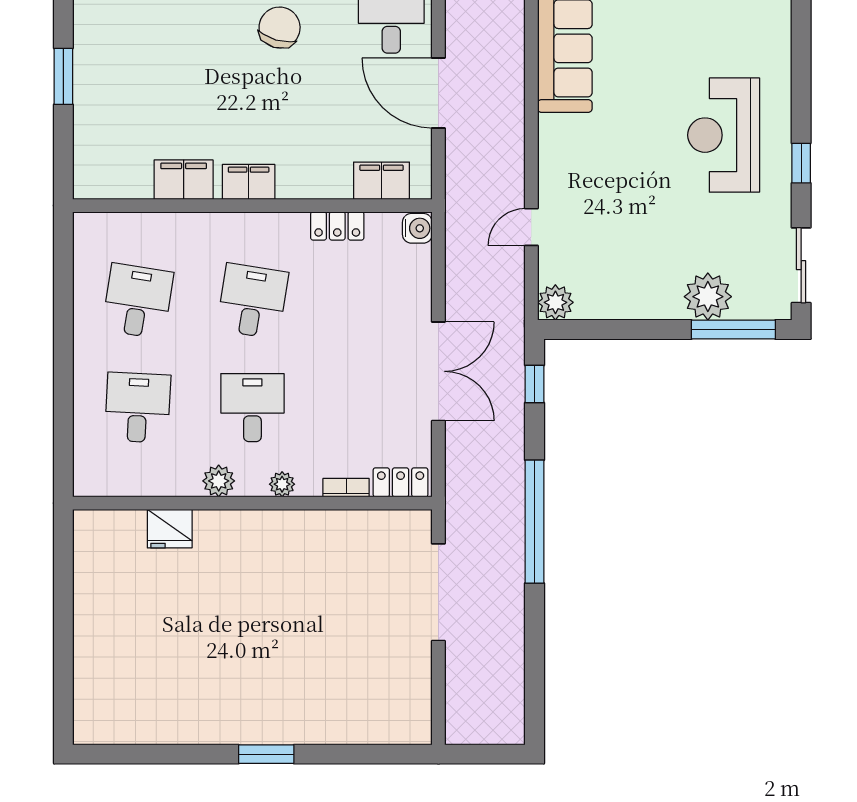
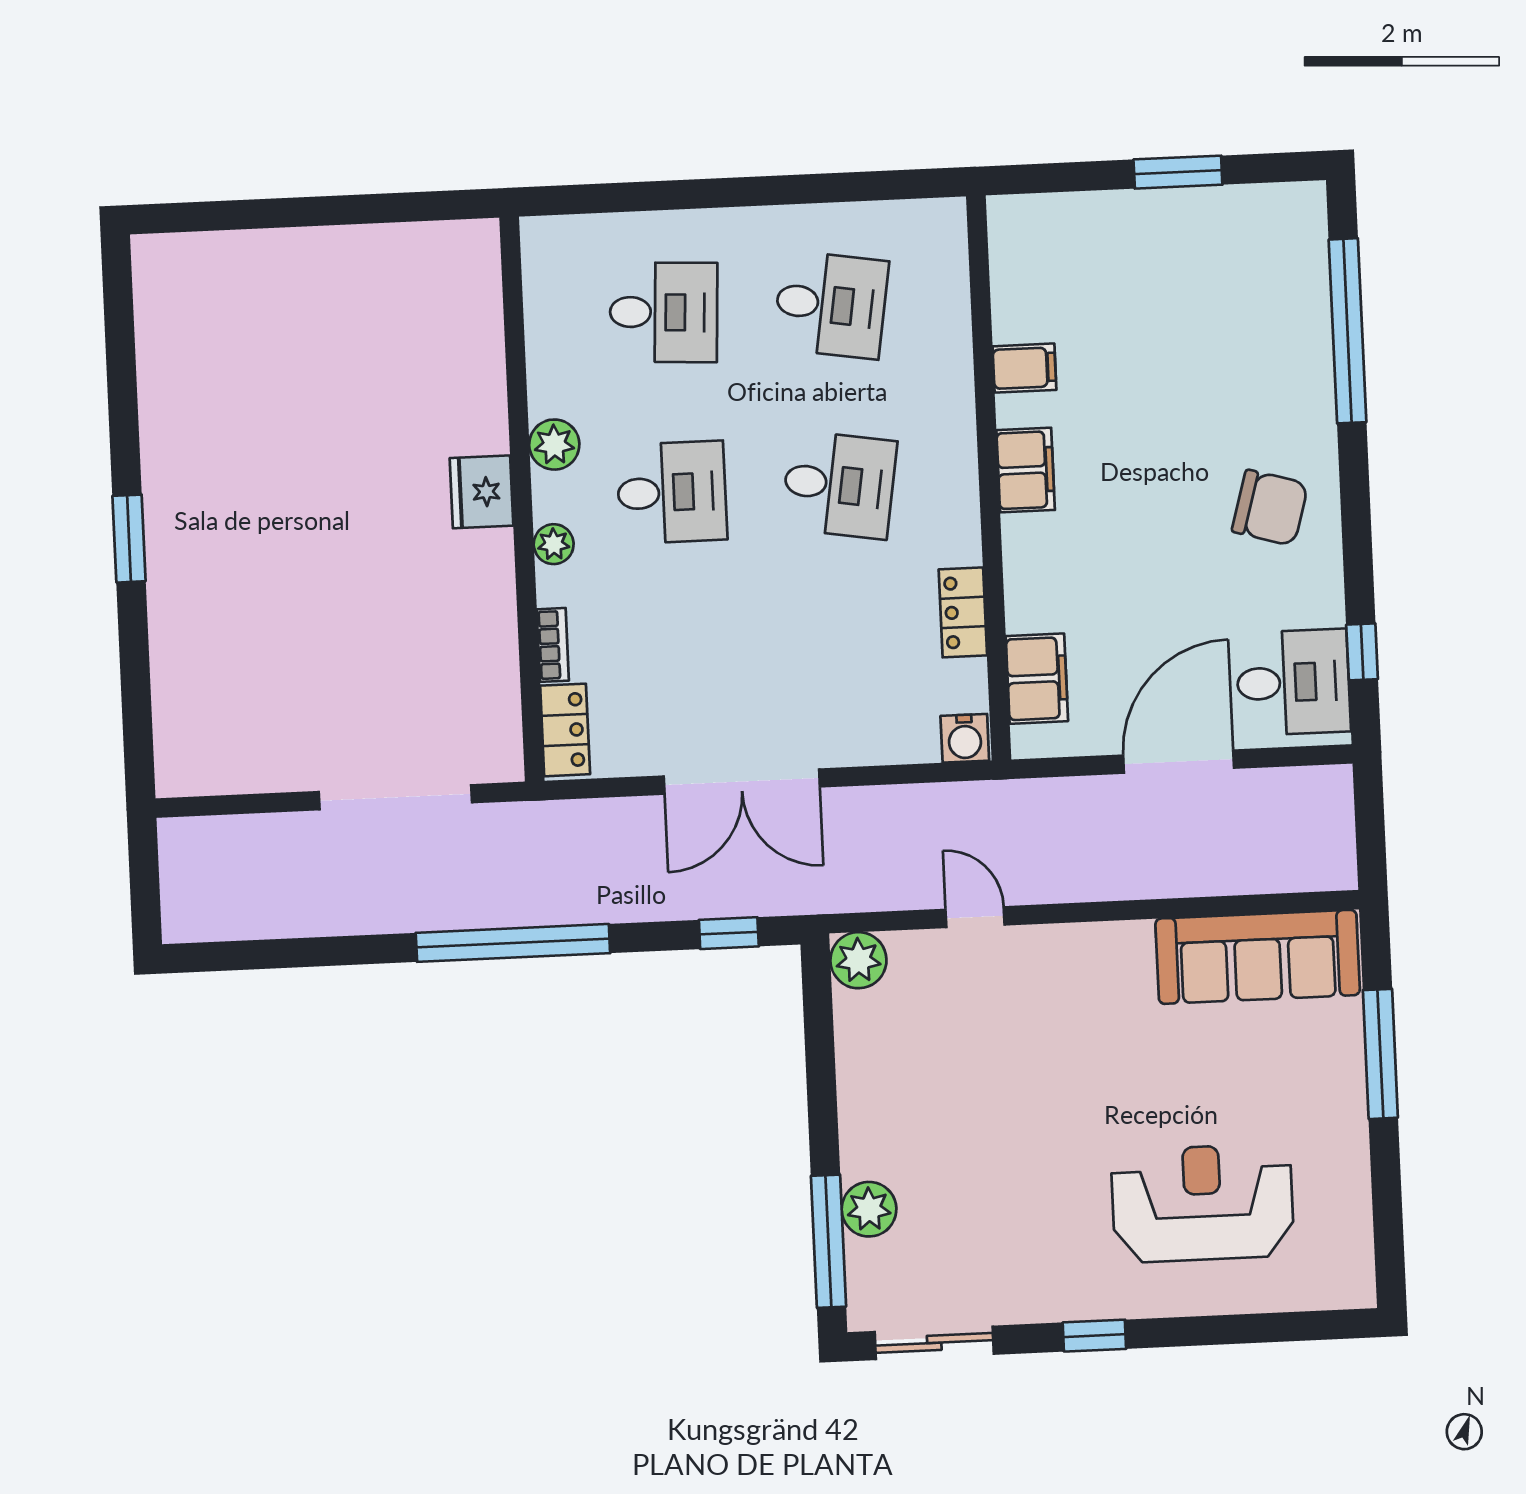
reception desk: (724, 135) -> (1203, 1203), moved
filing cabinet: (184, 180) -> (1024, 368), width x0.50
plant: (708, 297) -> (869, 1209), width x0.73, depth x0.73
fridge: (170, 529) -> (482, 492), moved

